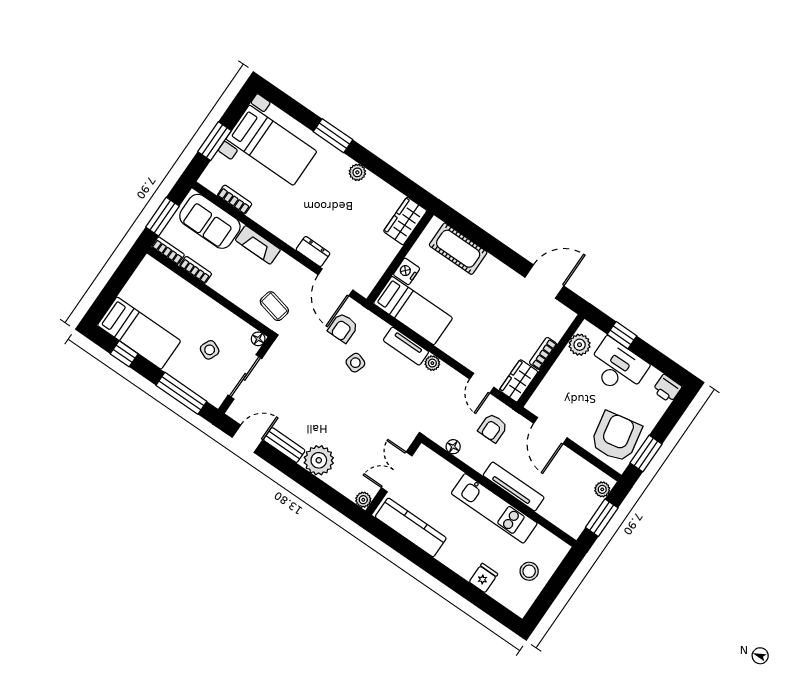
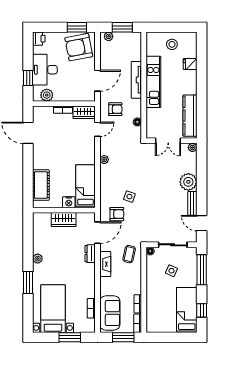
wardrobe: (405, 221) -> (64, 220), moved
fireplace: (258, 245) -> (105, 264), moved
tv unit: (406, 346) -> (105, 178), removed

